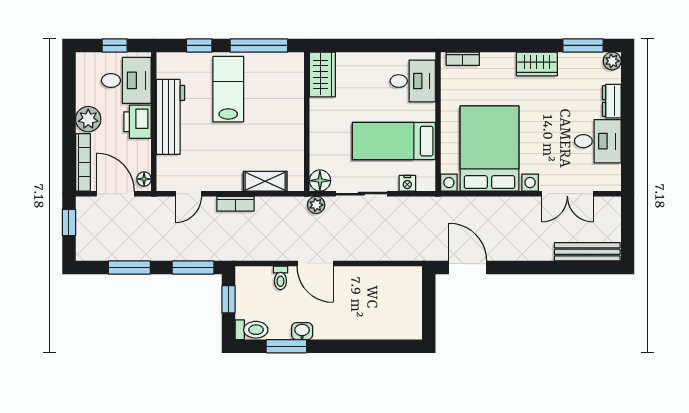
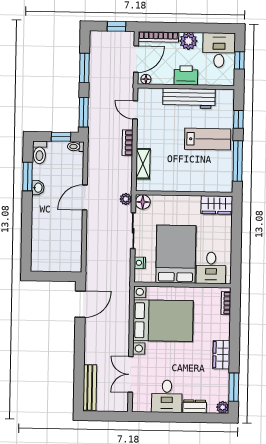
desk: (126, 80) -> (219, 50), moved, turned 180
bed: (394, 141) -> (176, 254), width x1.50
toilet: (280, 278) -> (76, 147), moved

